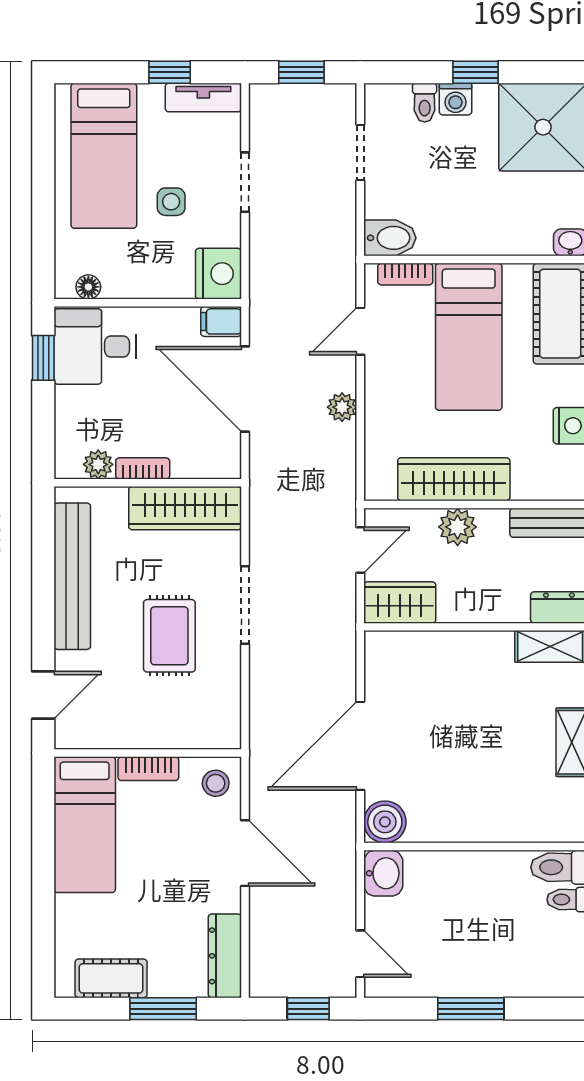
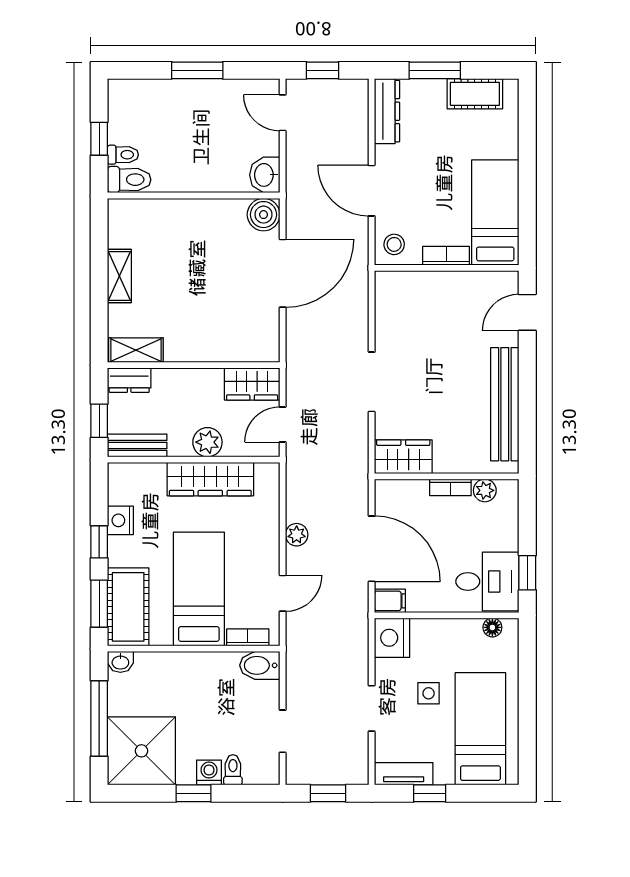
wardrobe: (185, 508) -> (403, 457), width x0.67
rug: (169, 636) -> (430, 358), removed

